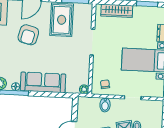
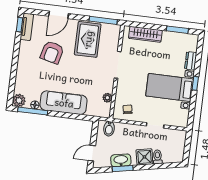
plant: (84, 89) -> (107, 98), moved
bidet: (105, 105) -> (109, 129), moved

